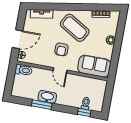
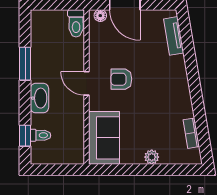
coffee table: (75, 28) -> (161, 94), removed
door: (60, 70) -> (87, 83), hinge flipped
washbasin: (47, 97) -> (39, 98), moved

